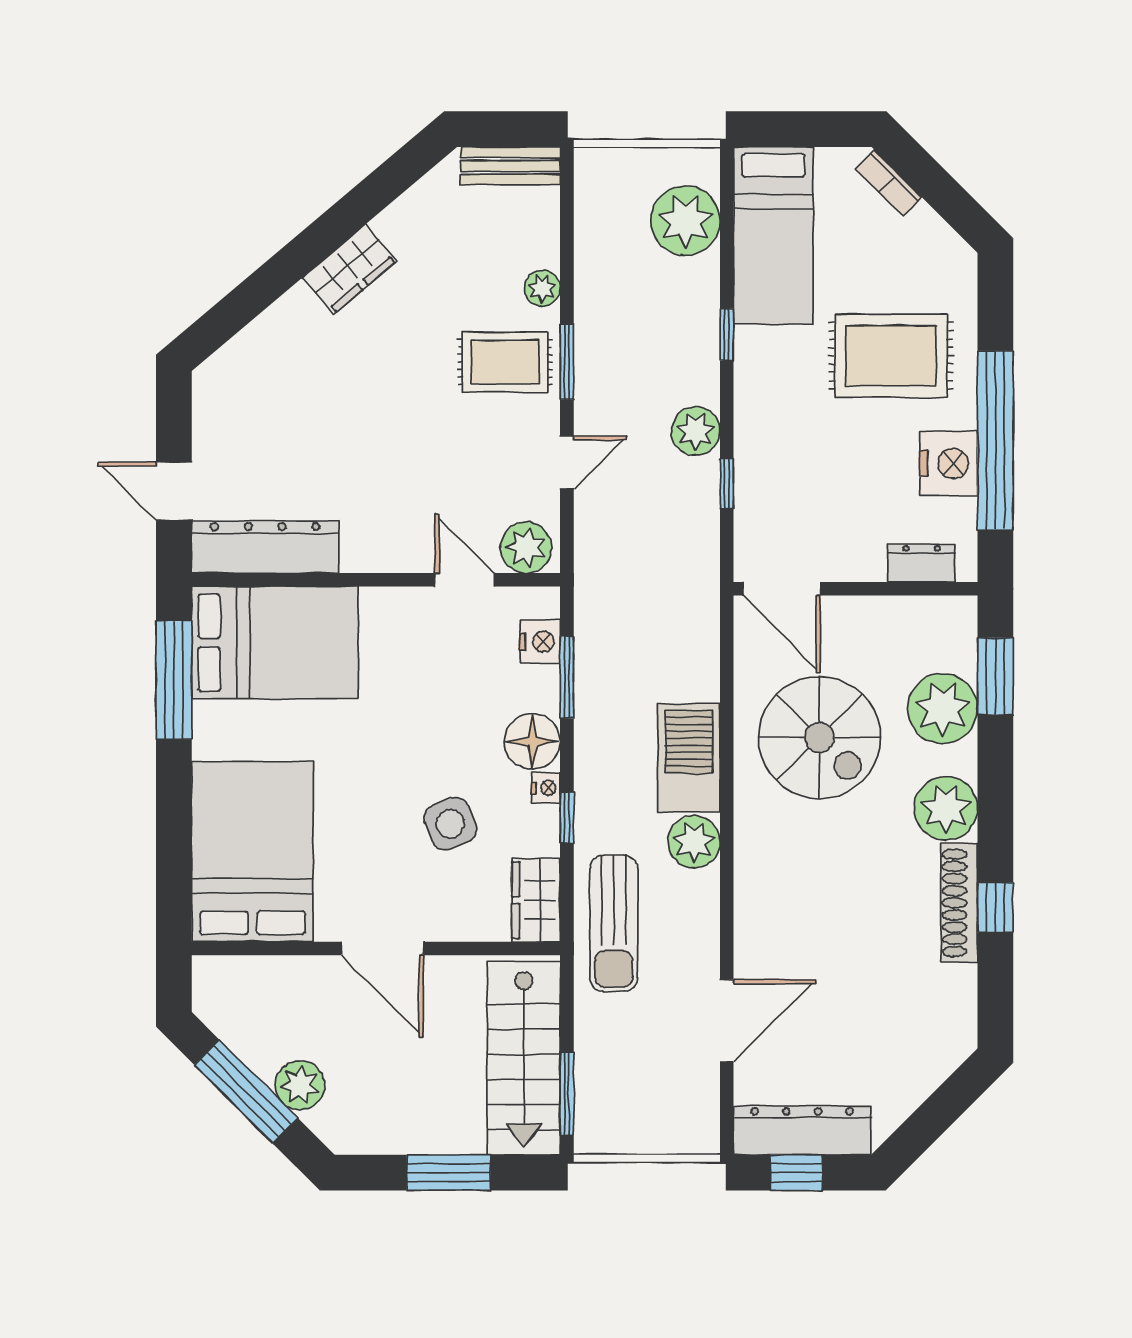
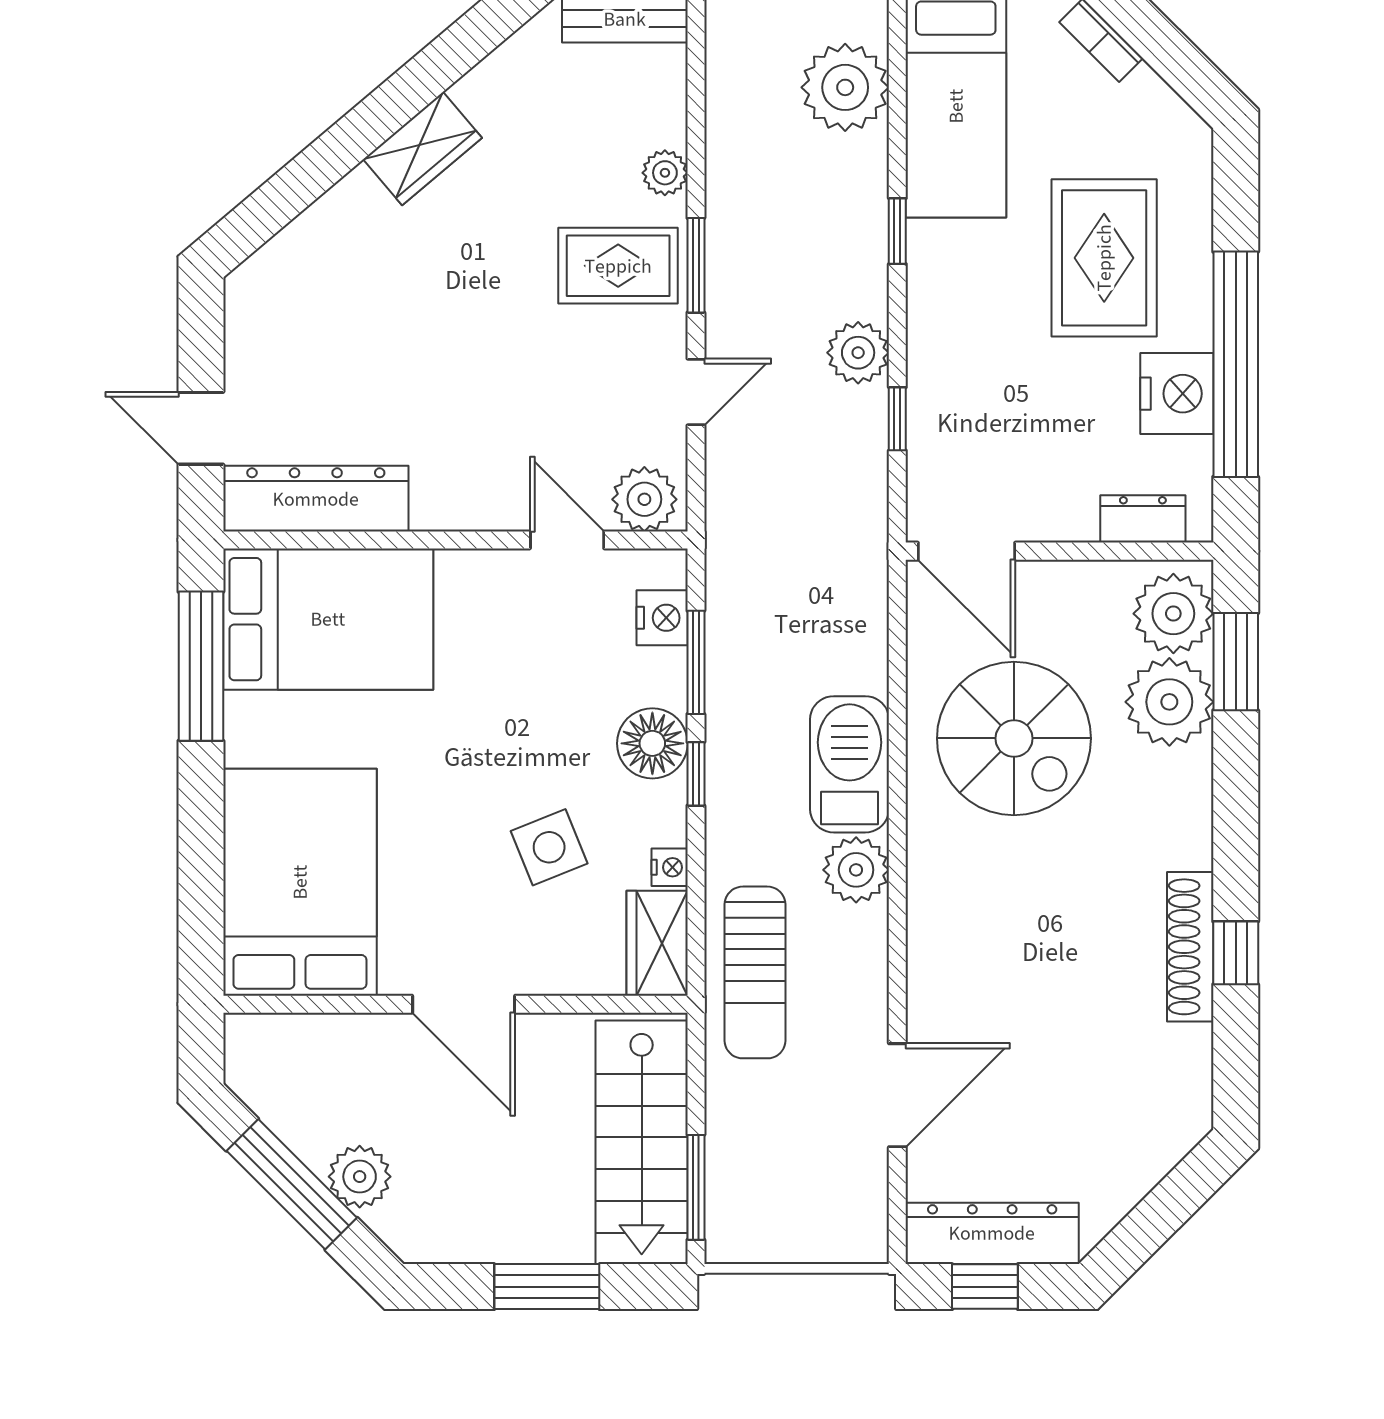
rug: (891, 356) -> (1104, 258), turned 90
nightstand: (546, 788) -> (670, 867), moved
plant: (946, 808) -> (1173, 614), moved
window: (567, 818) -> (696, 774), moved

